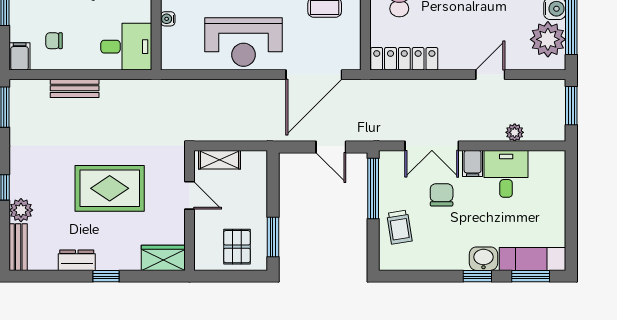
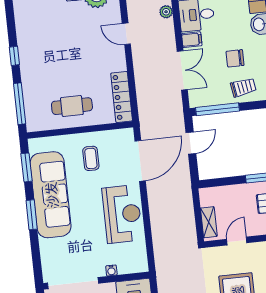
door: (314, 75) -> (140, 161), hinge flipped
chair: (442, 195) -> (235, 58), moved

